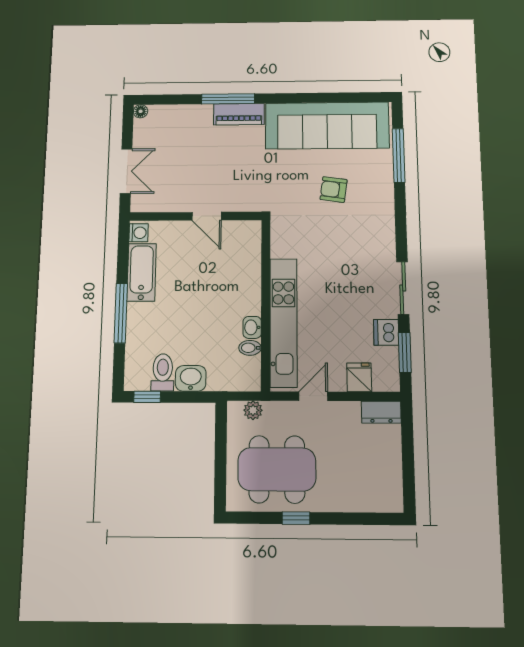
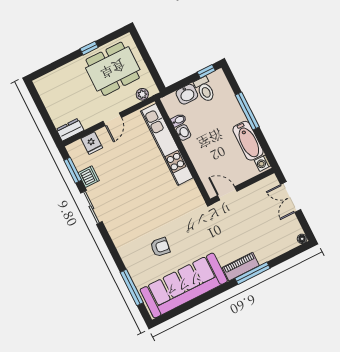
wall: (266, 304) -> (182, 150), moved
kitchen unit: (283, 322) -> (167, 145), moved
washbasin: (252, 327) -> (183, 133), moved
bidet: (250, 348) -> (179, 120), moved

